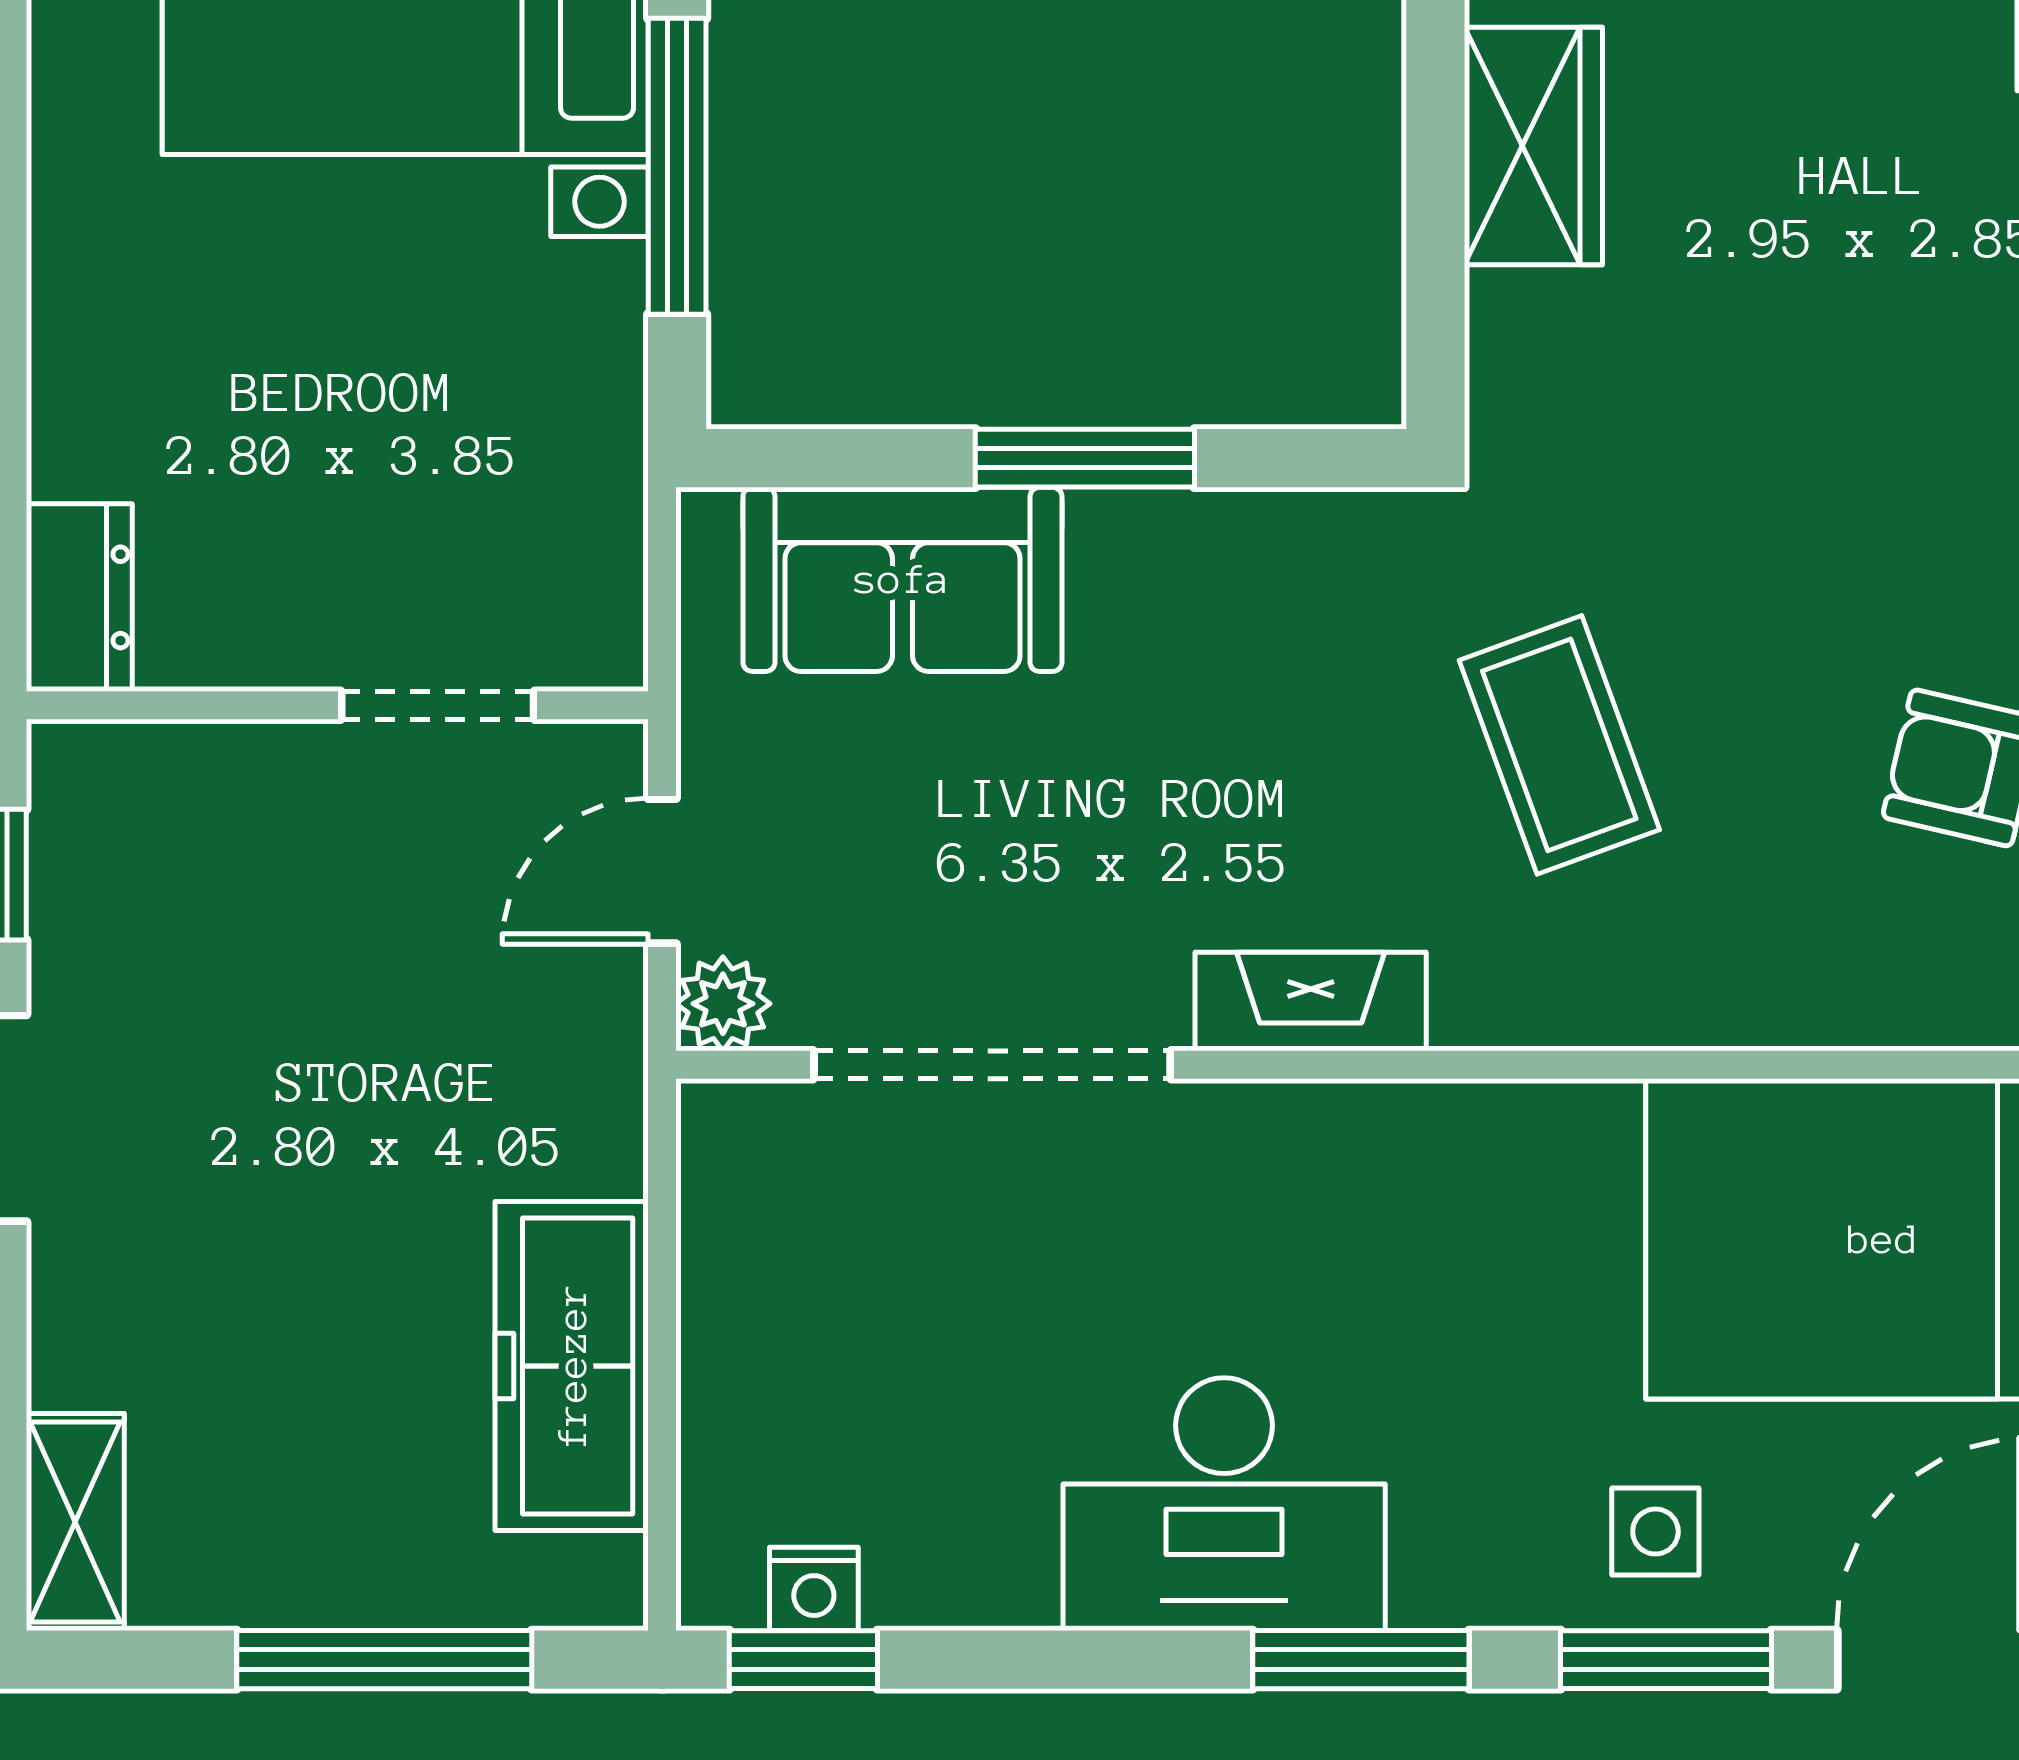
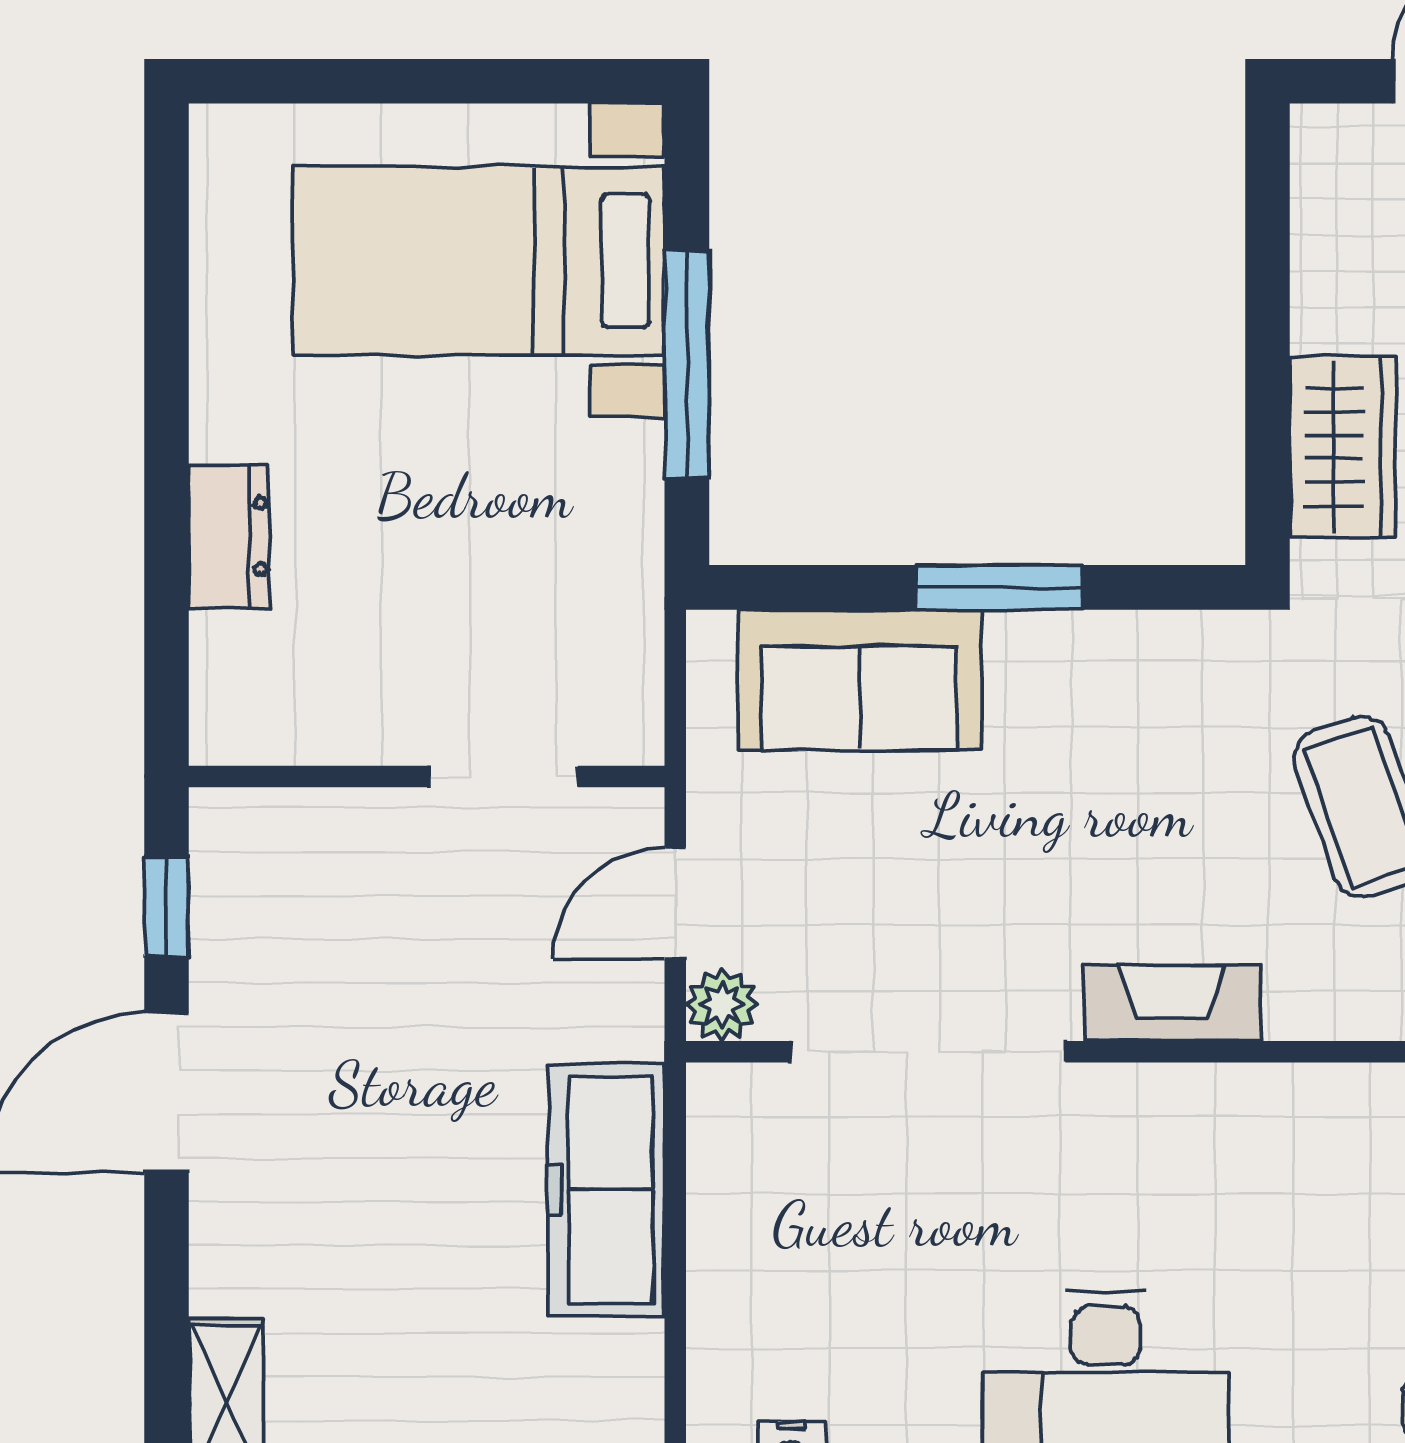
wardrobe: (1533, 146) -> (1342, 447), moved
dresser: (79, 597) -> (229, 536), moved
freezer: (572, 1366) -> (606, 1190), moved

